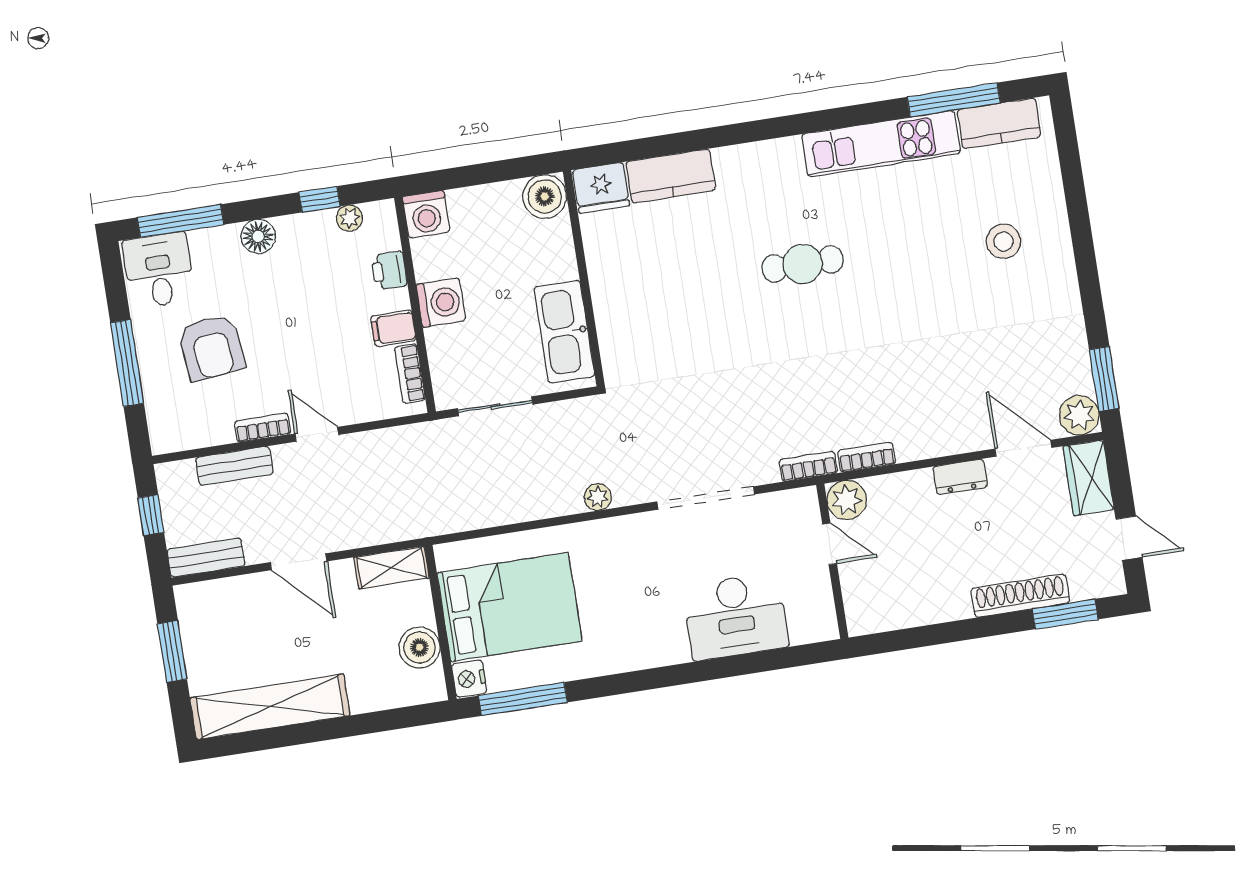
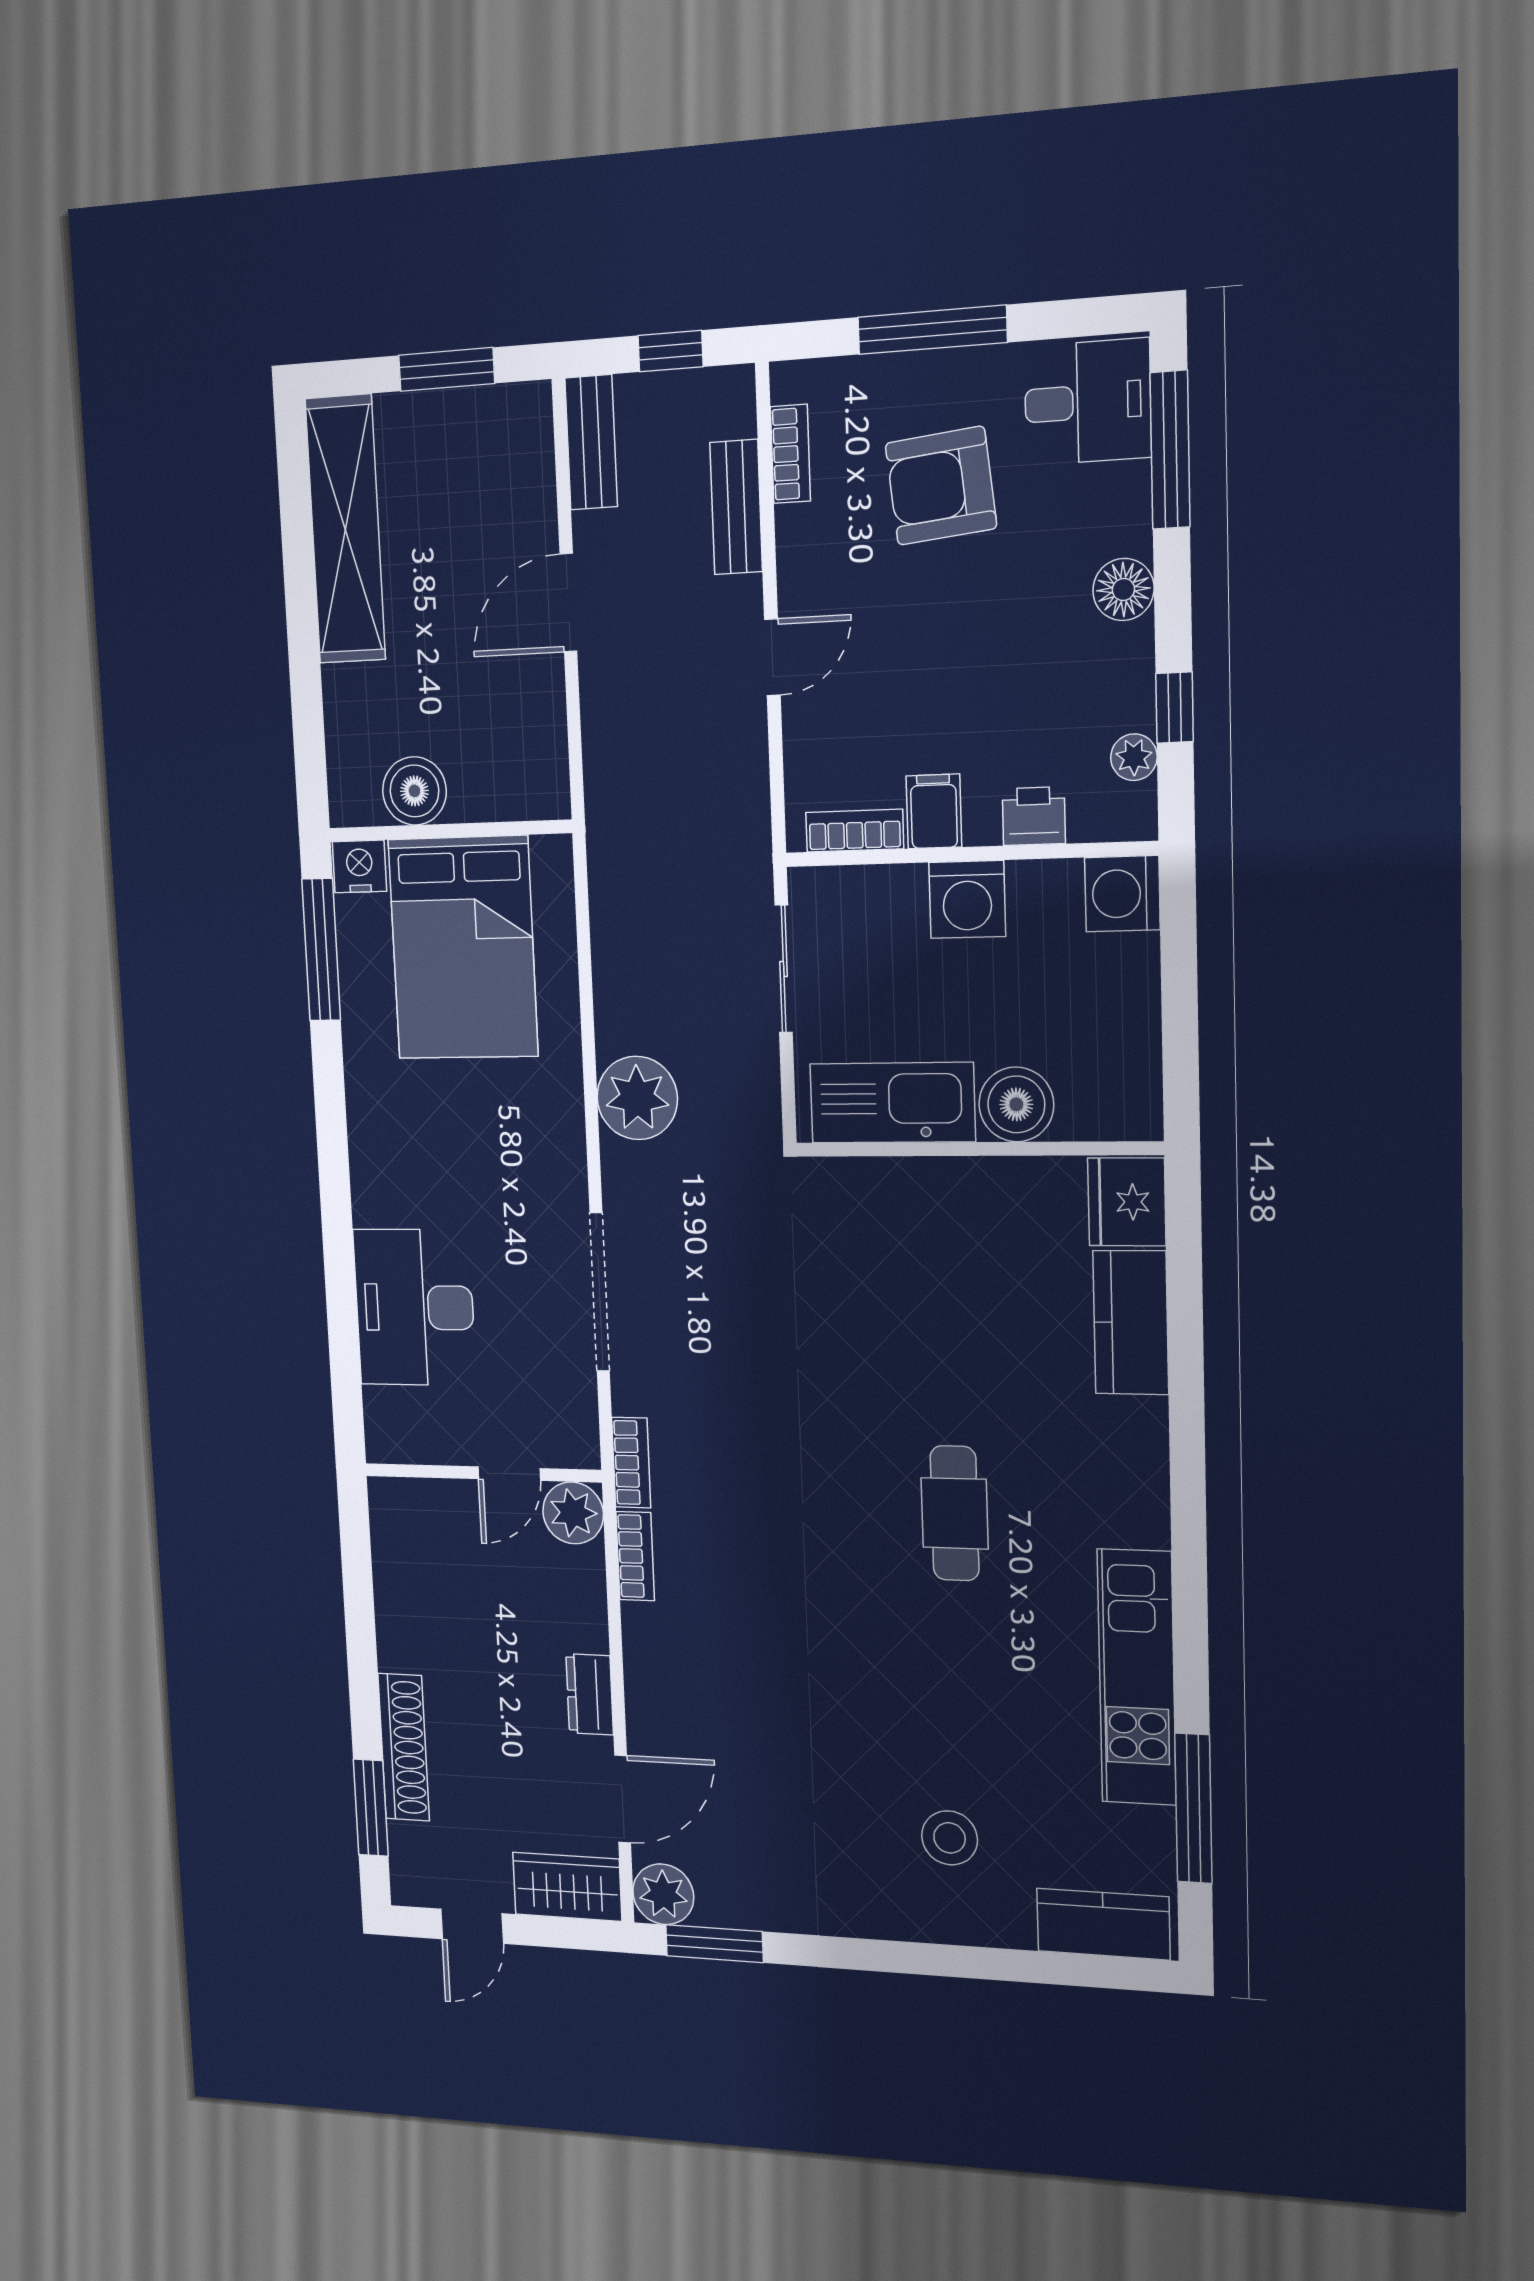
kitchen counter: (999, 123) -> (1103, 1924), moved, turned 90
boiler: (545, 196) -> (1016, 1104), moved
bookcase: (263, 428) -> (790, 454), moved
plant: (598, 497) -> (637, 1098), width x1.88, depth x1.88
shelving: (392, 568) -> (543, 760), removed

